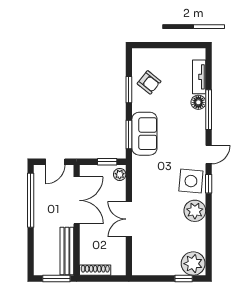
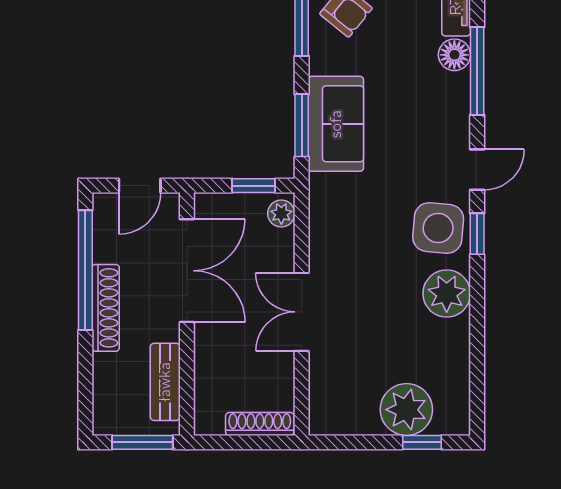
shoe rack: (40, 217) -> (106, 308), added
bench: (67, 251) -> (165, 382), width x0.73
plant: (193, 264) -> (406, 410), moved
shoe rack: (95, 270) -> (260, 424), moved

